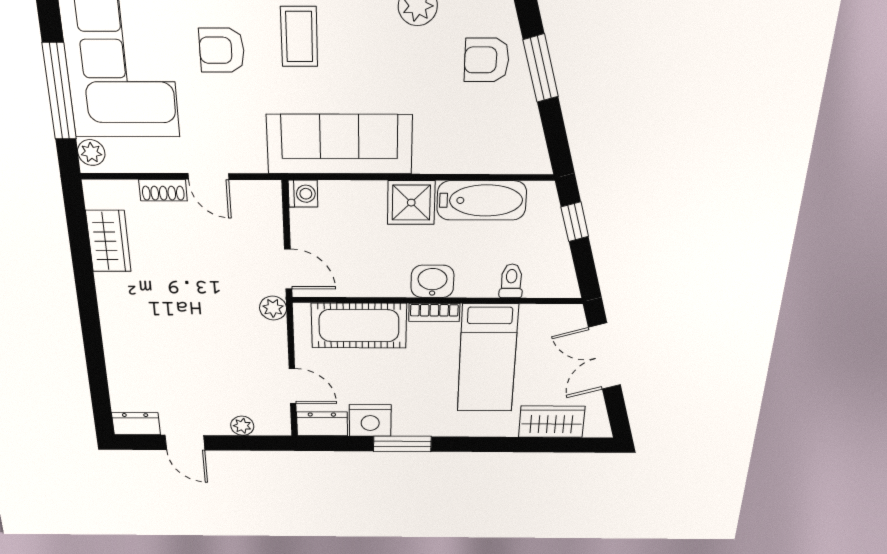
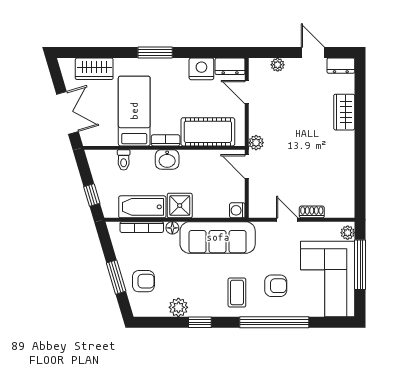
floor lamp: (426, 162) -> (172, 228), added
bookcase: (485, 164) -> (142, 227), added
wardrobe: (108, 241) -> (344, 112), moved
window: (402, 444) -> (155, 52), moved

